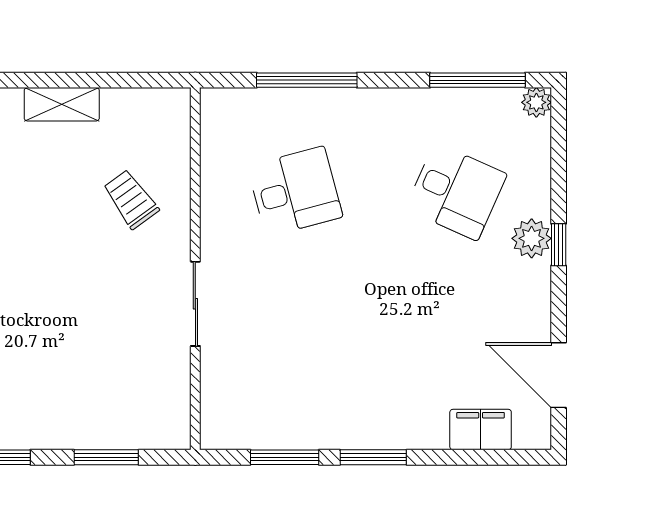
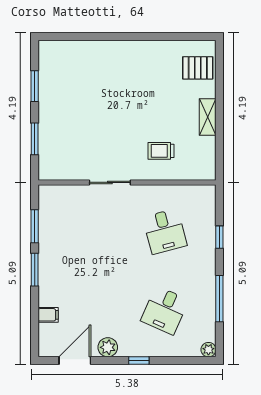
window: (307, 80) -> (219, 237), width x0.46
window: (478, 80) -> (219, 299), moved
trolley: (131, 199) -> (161, 151), turned -144
plant: (532, 238) -> (108, 347), moved
filing cabinet: (481, 430) -> (48, 315), width x0.50

